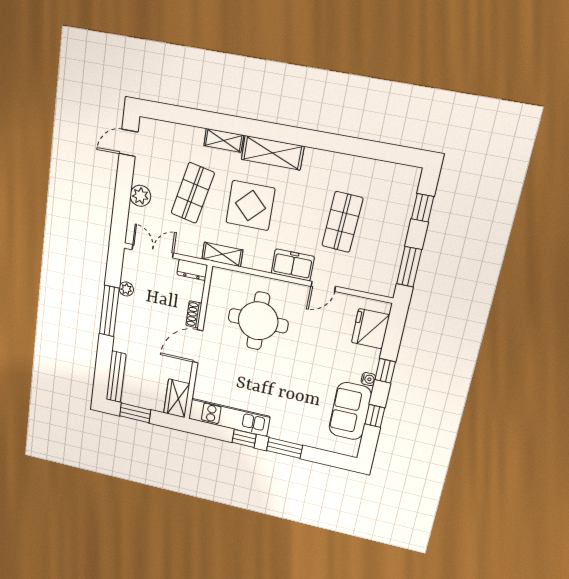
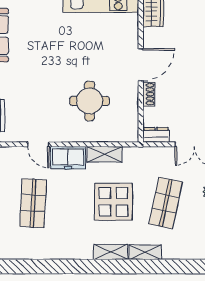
shelving: (273, 153) -> (110, 252), width x0.67, depth x0.75
shelving: (222, 254) -> (104, 154), moved
door: (323, 286) -> (38, 144), swing flipped
round table: (258, 321) -> (90, 101), width x0.73, depth x0.73

